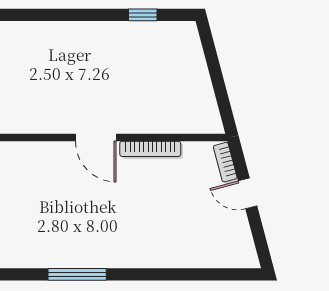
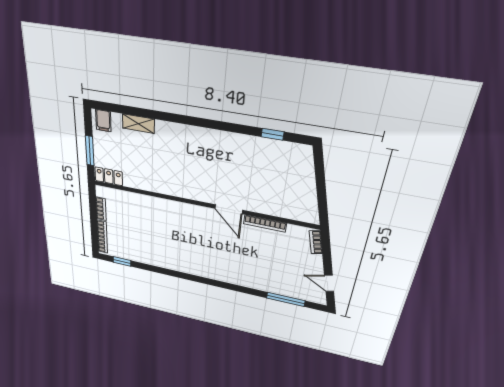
door: (248, 193) -> (329, 283), moved
window: (77, 274) -> (286, 299), moved

